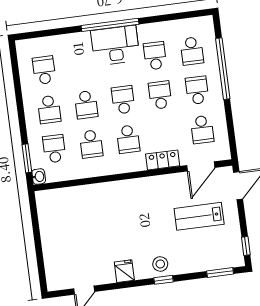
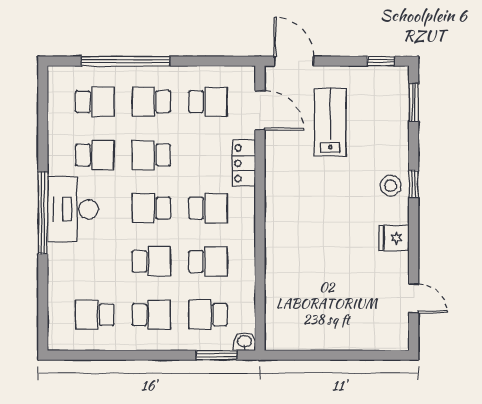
school desk: (155, 56) -> (95, 155), turned 180
lab bench: (199, 216) -> (330, 122), turned 180

